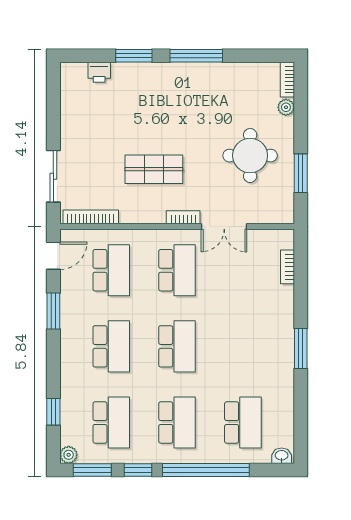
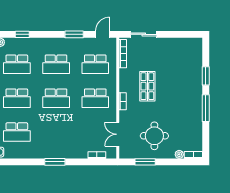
printer: (99, 72) -> (197, 58), removed
double door: (224, 227) -> (118, 134), moved
door: (53, 256) -> (103, 34), swing flipped

